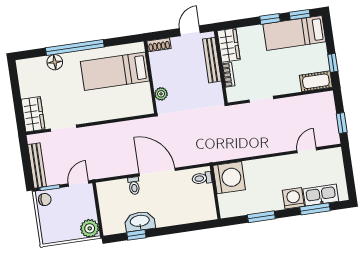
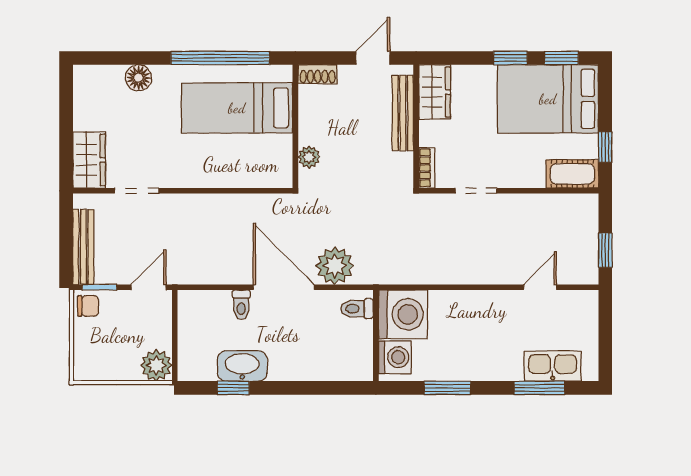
bed: (294, 33) -> (548, 99), width x1.50
window: (75, 47) -> (220, 58), moved
bookcase: (228, 75) -> (427, 168), moved
plant: (185, 155) -> (335, 266), added
washing machine: (293, 198) -> (395, 357), moved, turned 90

